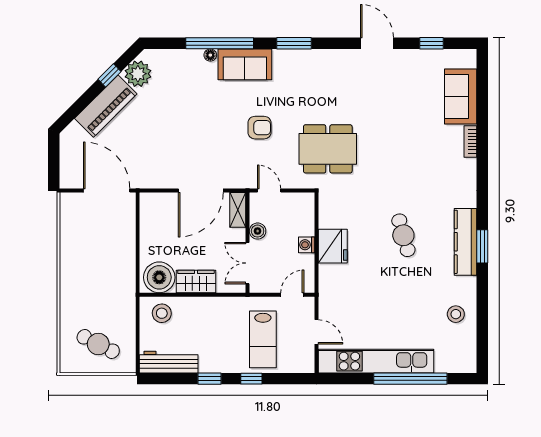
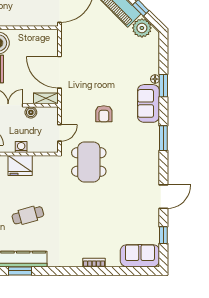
window: (220, 43) -> (163, 86), width x0.47
sofa: (461, 96) -> (140, 256), moved
door: (269, 190) -> (60, 133), moved

